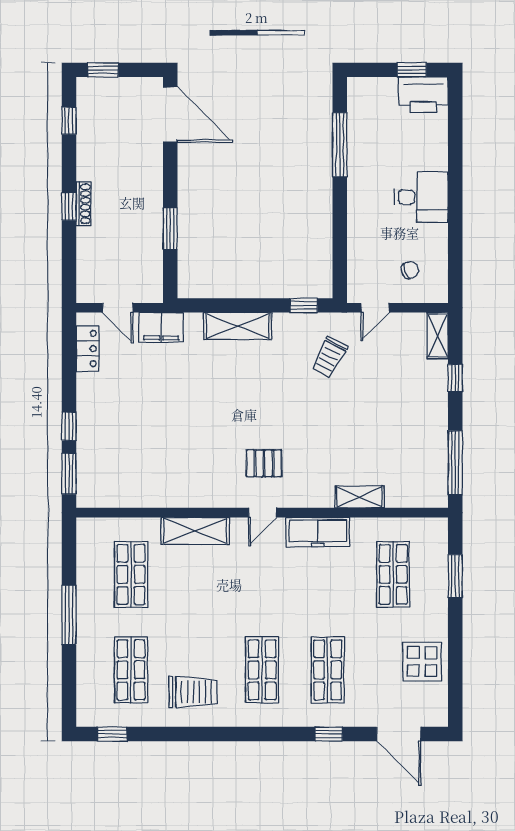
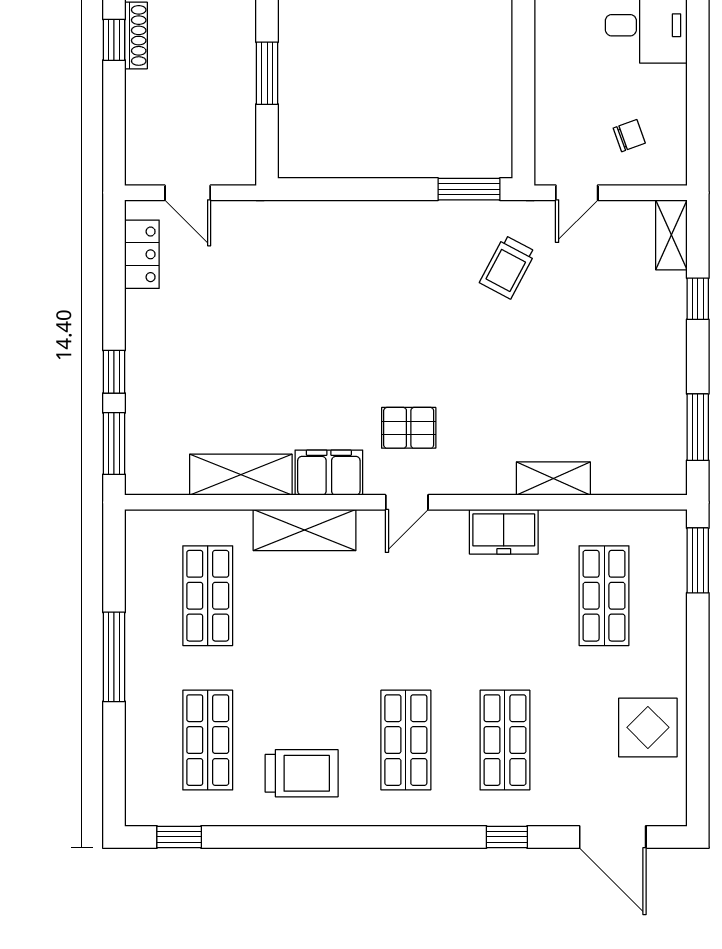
window: (304, 305) -> (469, 189), width x1.50
shelving: (238, 326) -> (241, 475), moved
filing cabinet: (161, 327) -> (329, 473), moved, turned 180
window: (455, 463) -> (698, 427), width x0.69
freezer: (318, 532) -> (504, 532), width x0.71
window: (455, 576) -> (698, 560), moved

